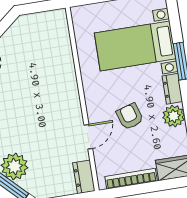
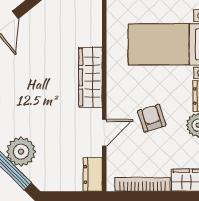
wardrobe: (67, 88) -> (91, 77), added

